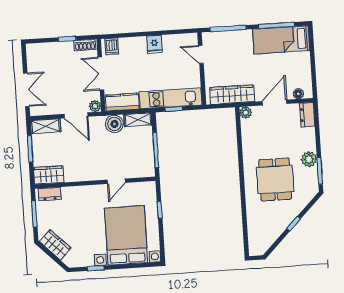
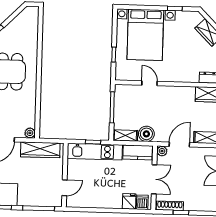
fridge: (154, 44) -> (129, 201), moved
shoe rack: (85, 45) -> (170, 206), width x1.43
door: (201, 54) -> (64, 188), hinge flipped
door: (76, 115) -> (179, 145), hinge flipped
door: (116, 181) -> (150, 83), hinge flipped

